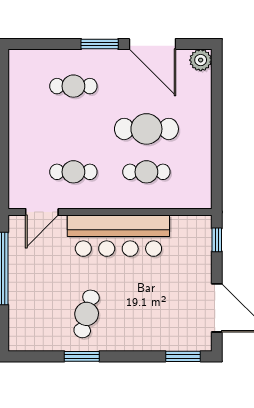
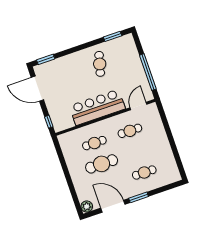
window: (82, 356) -> (113, 36), moved

